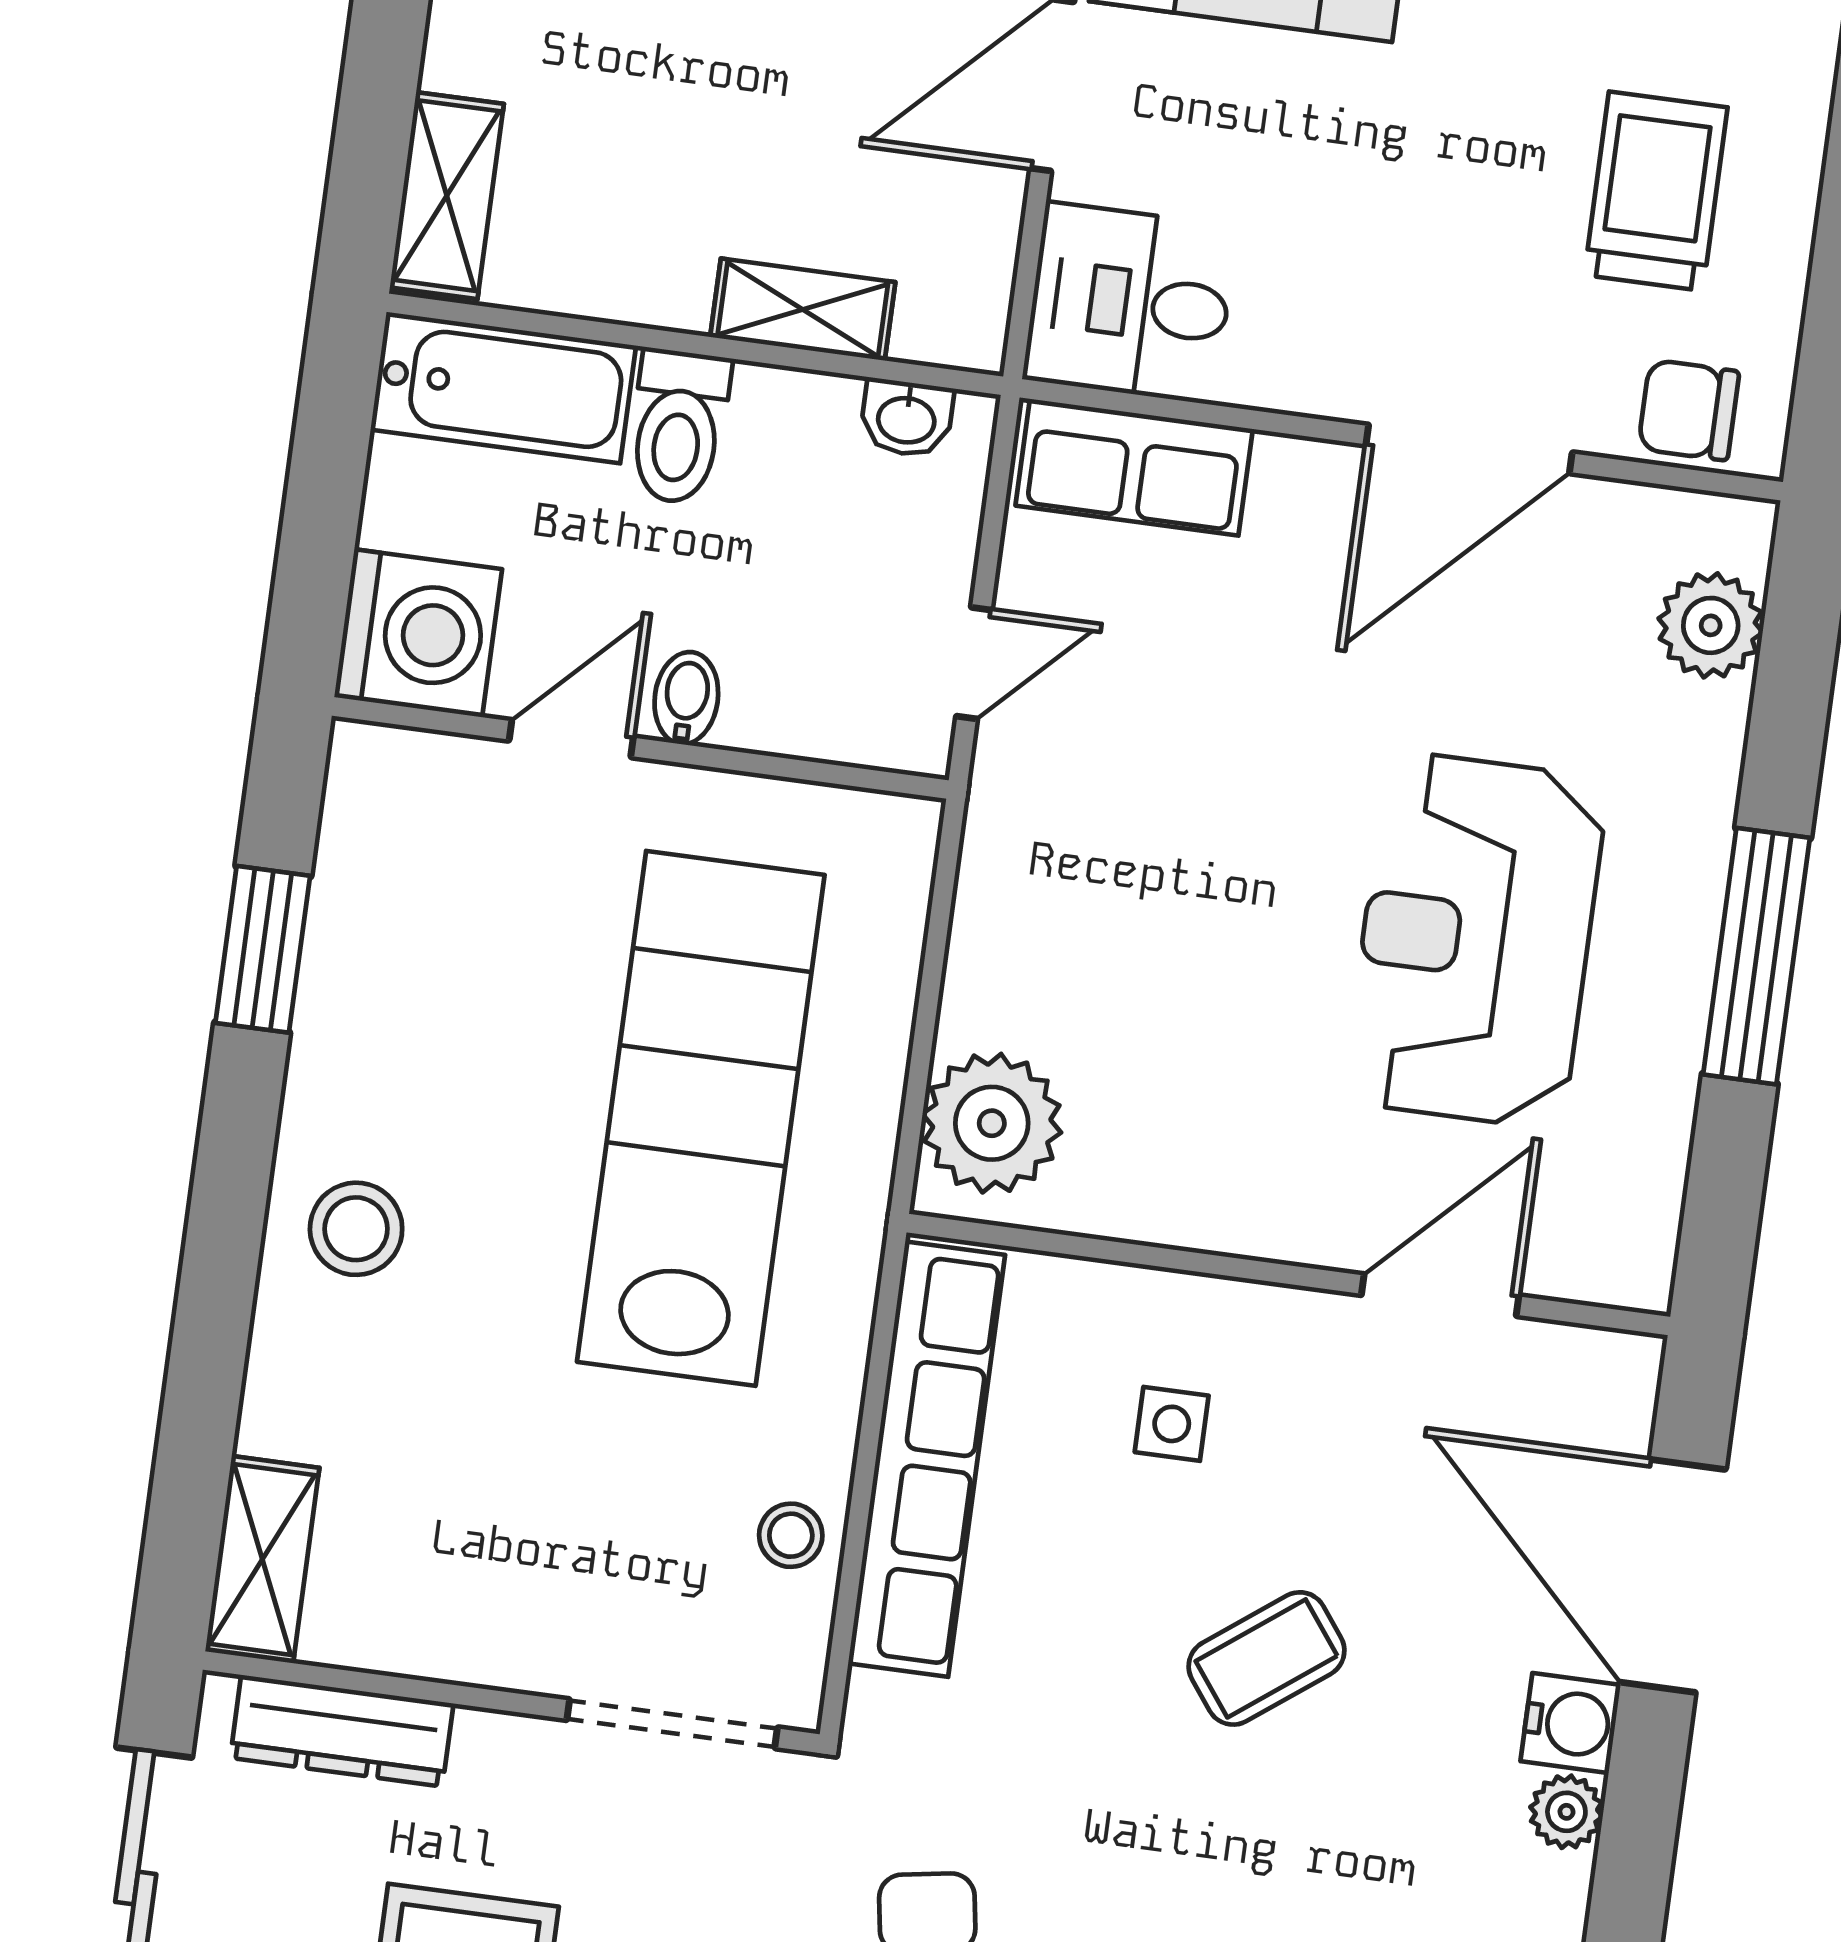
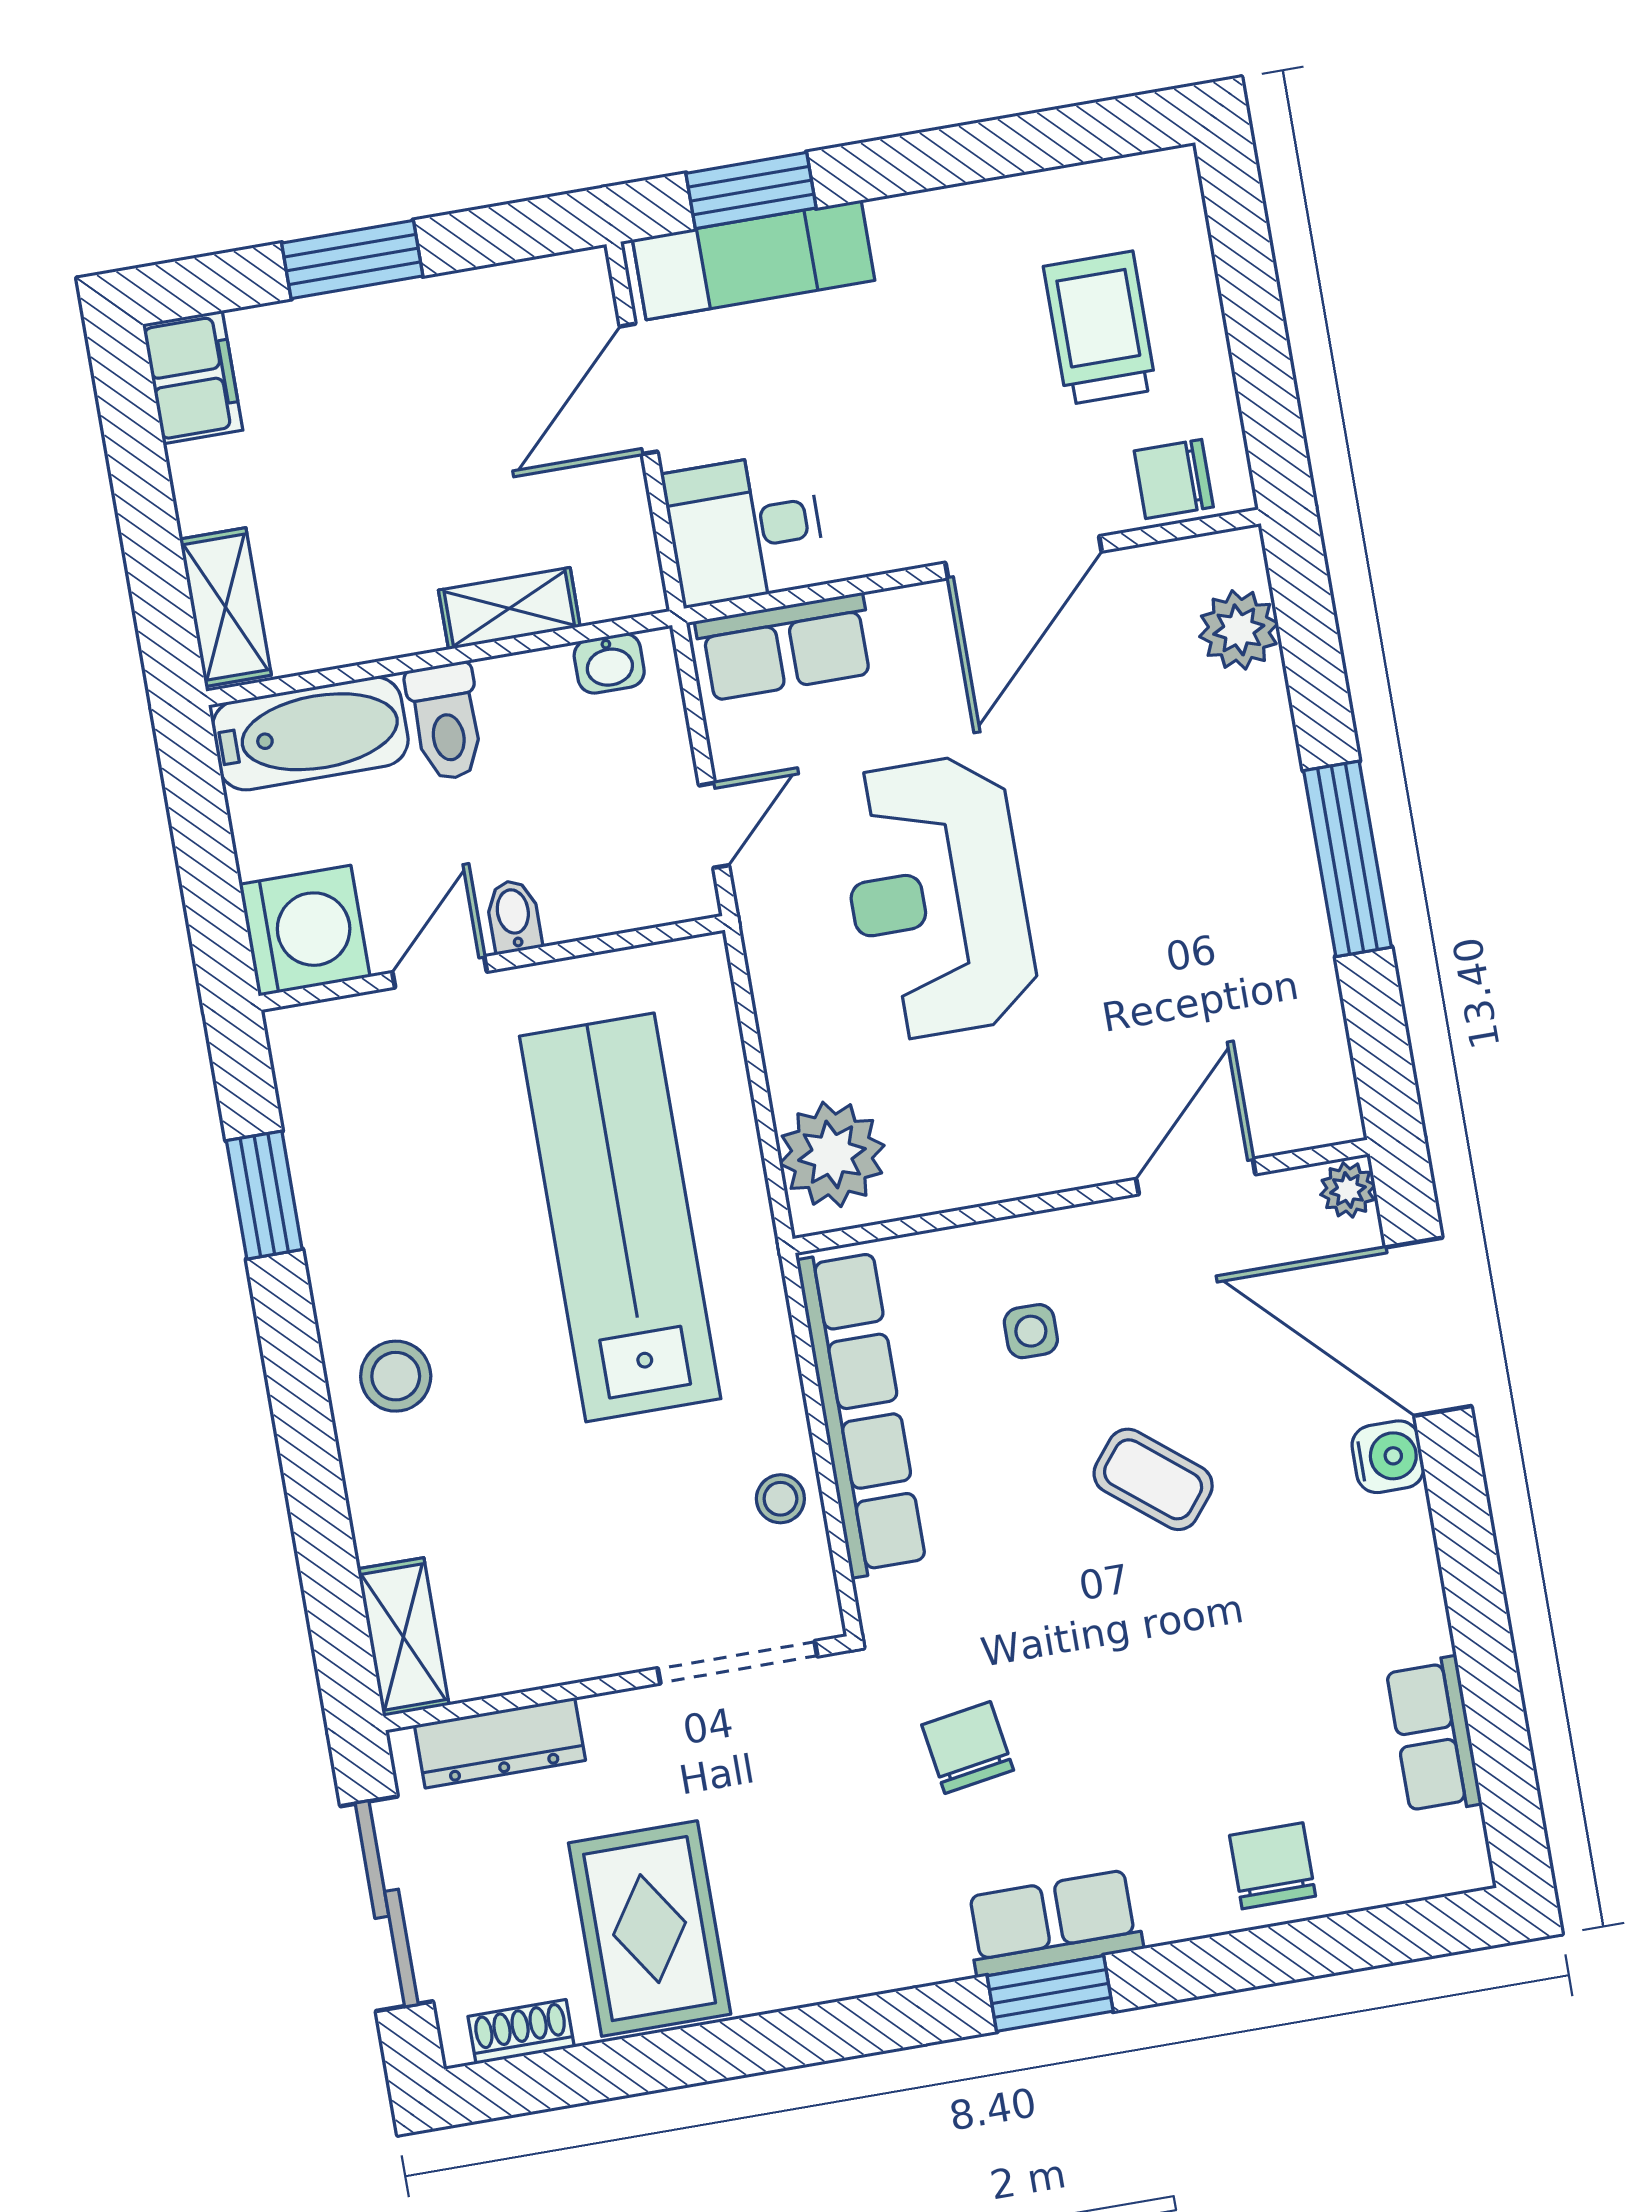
reception desk: (1475, 940) -> (937, 897), moved
coffee table: (1267, 1658) -> (1153, 1479), turned 76
plant: (1566, 1812) -> (1348, 1190), moved

